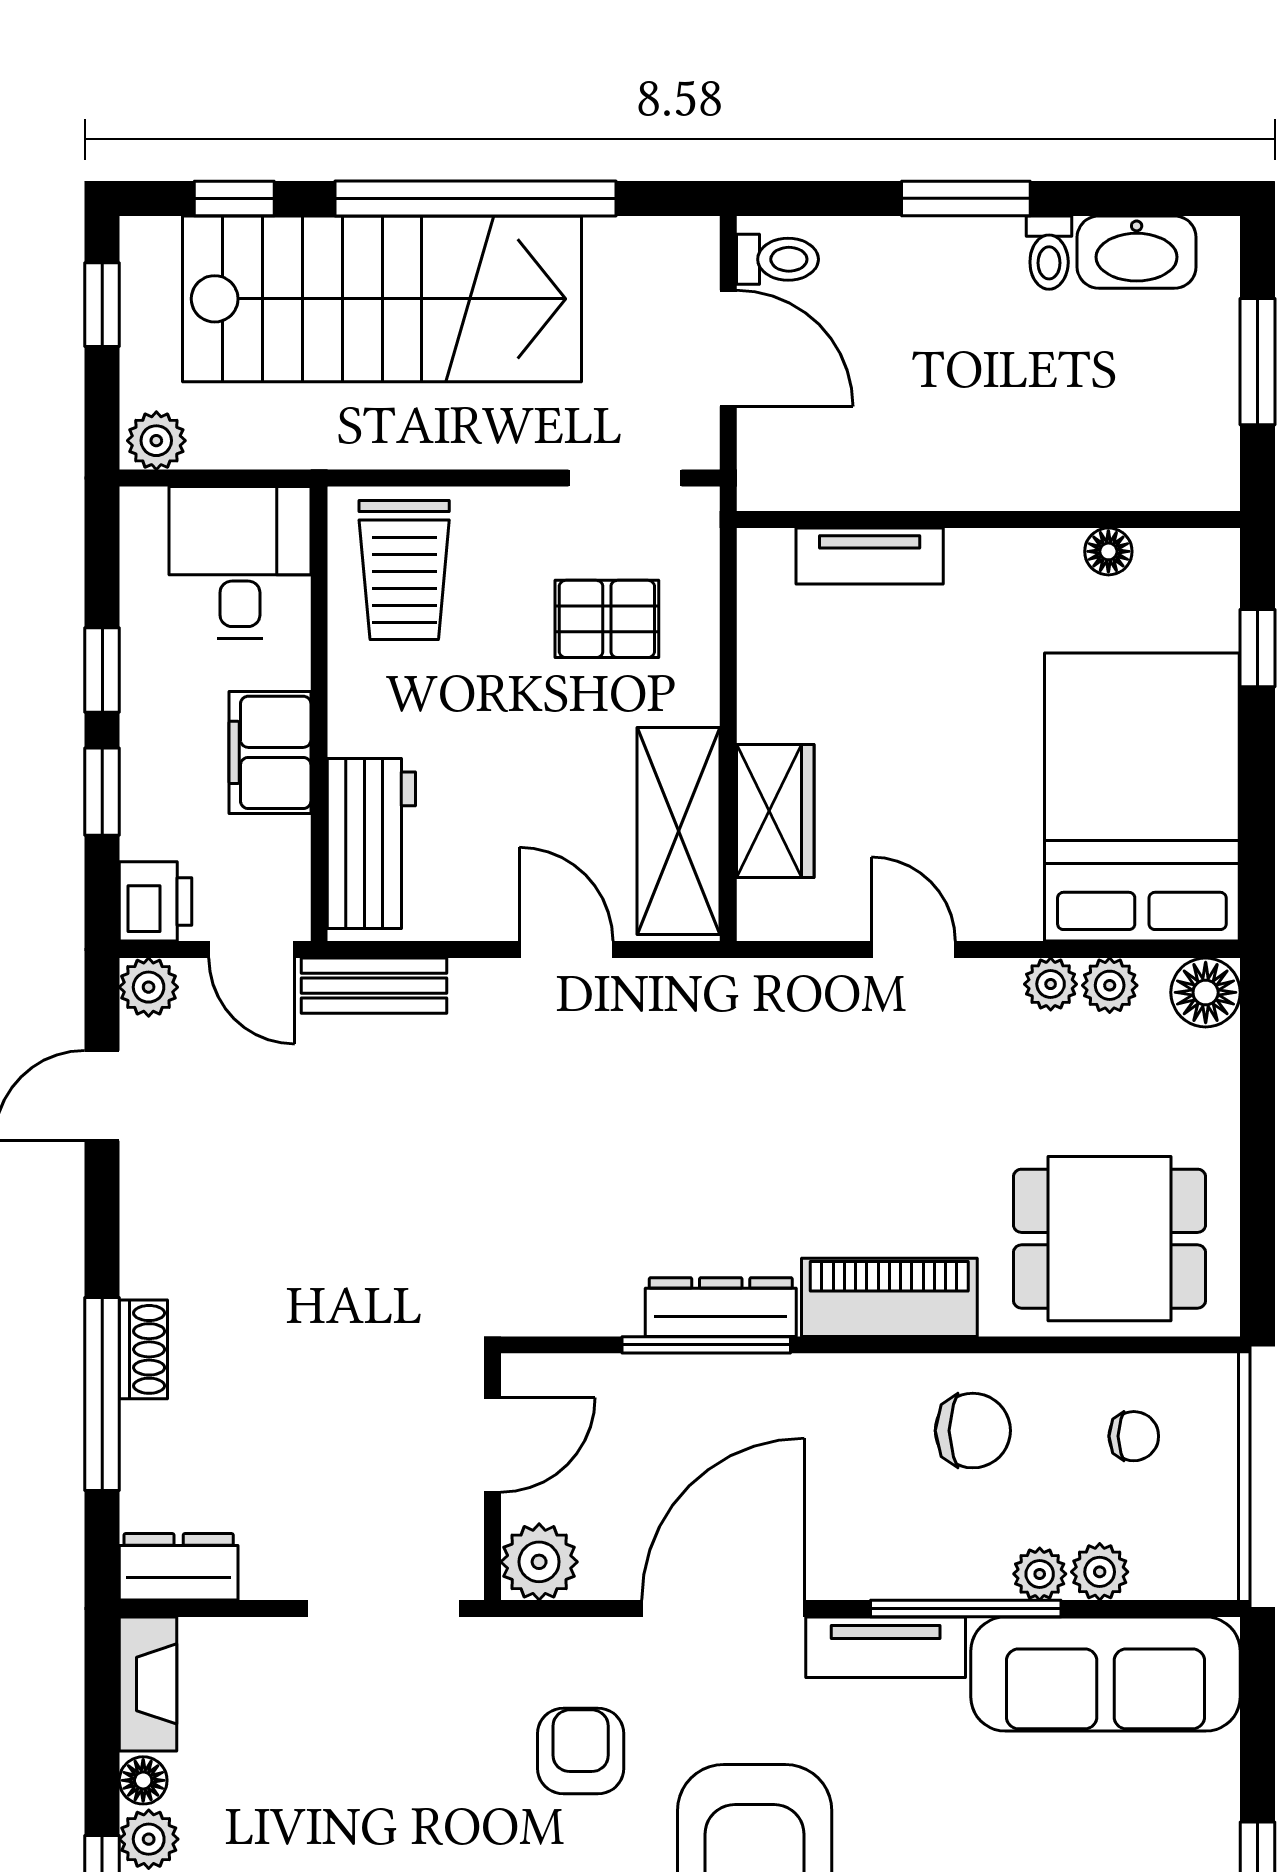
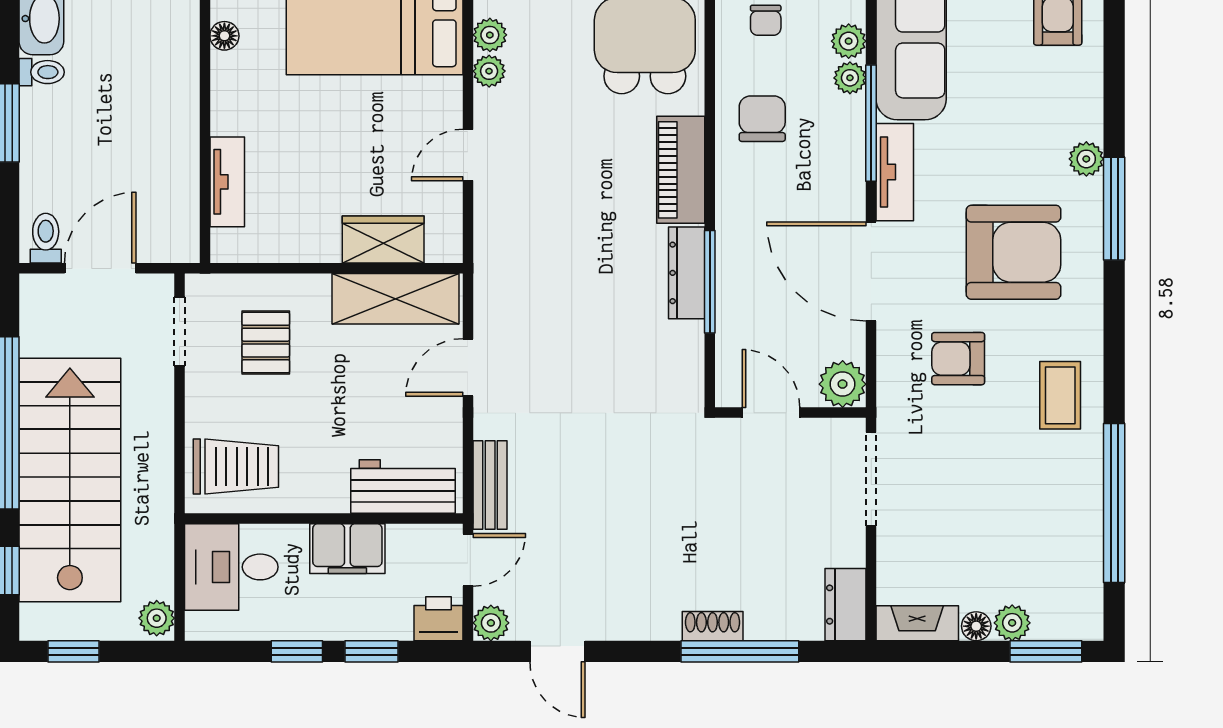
chair: (1134, 1436) -> (766, 20), turned 180

